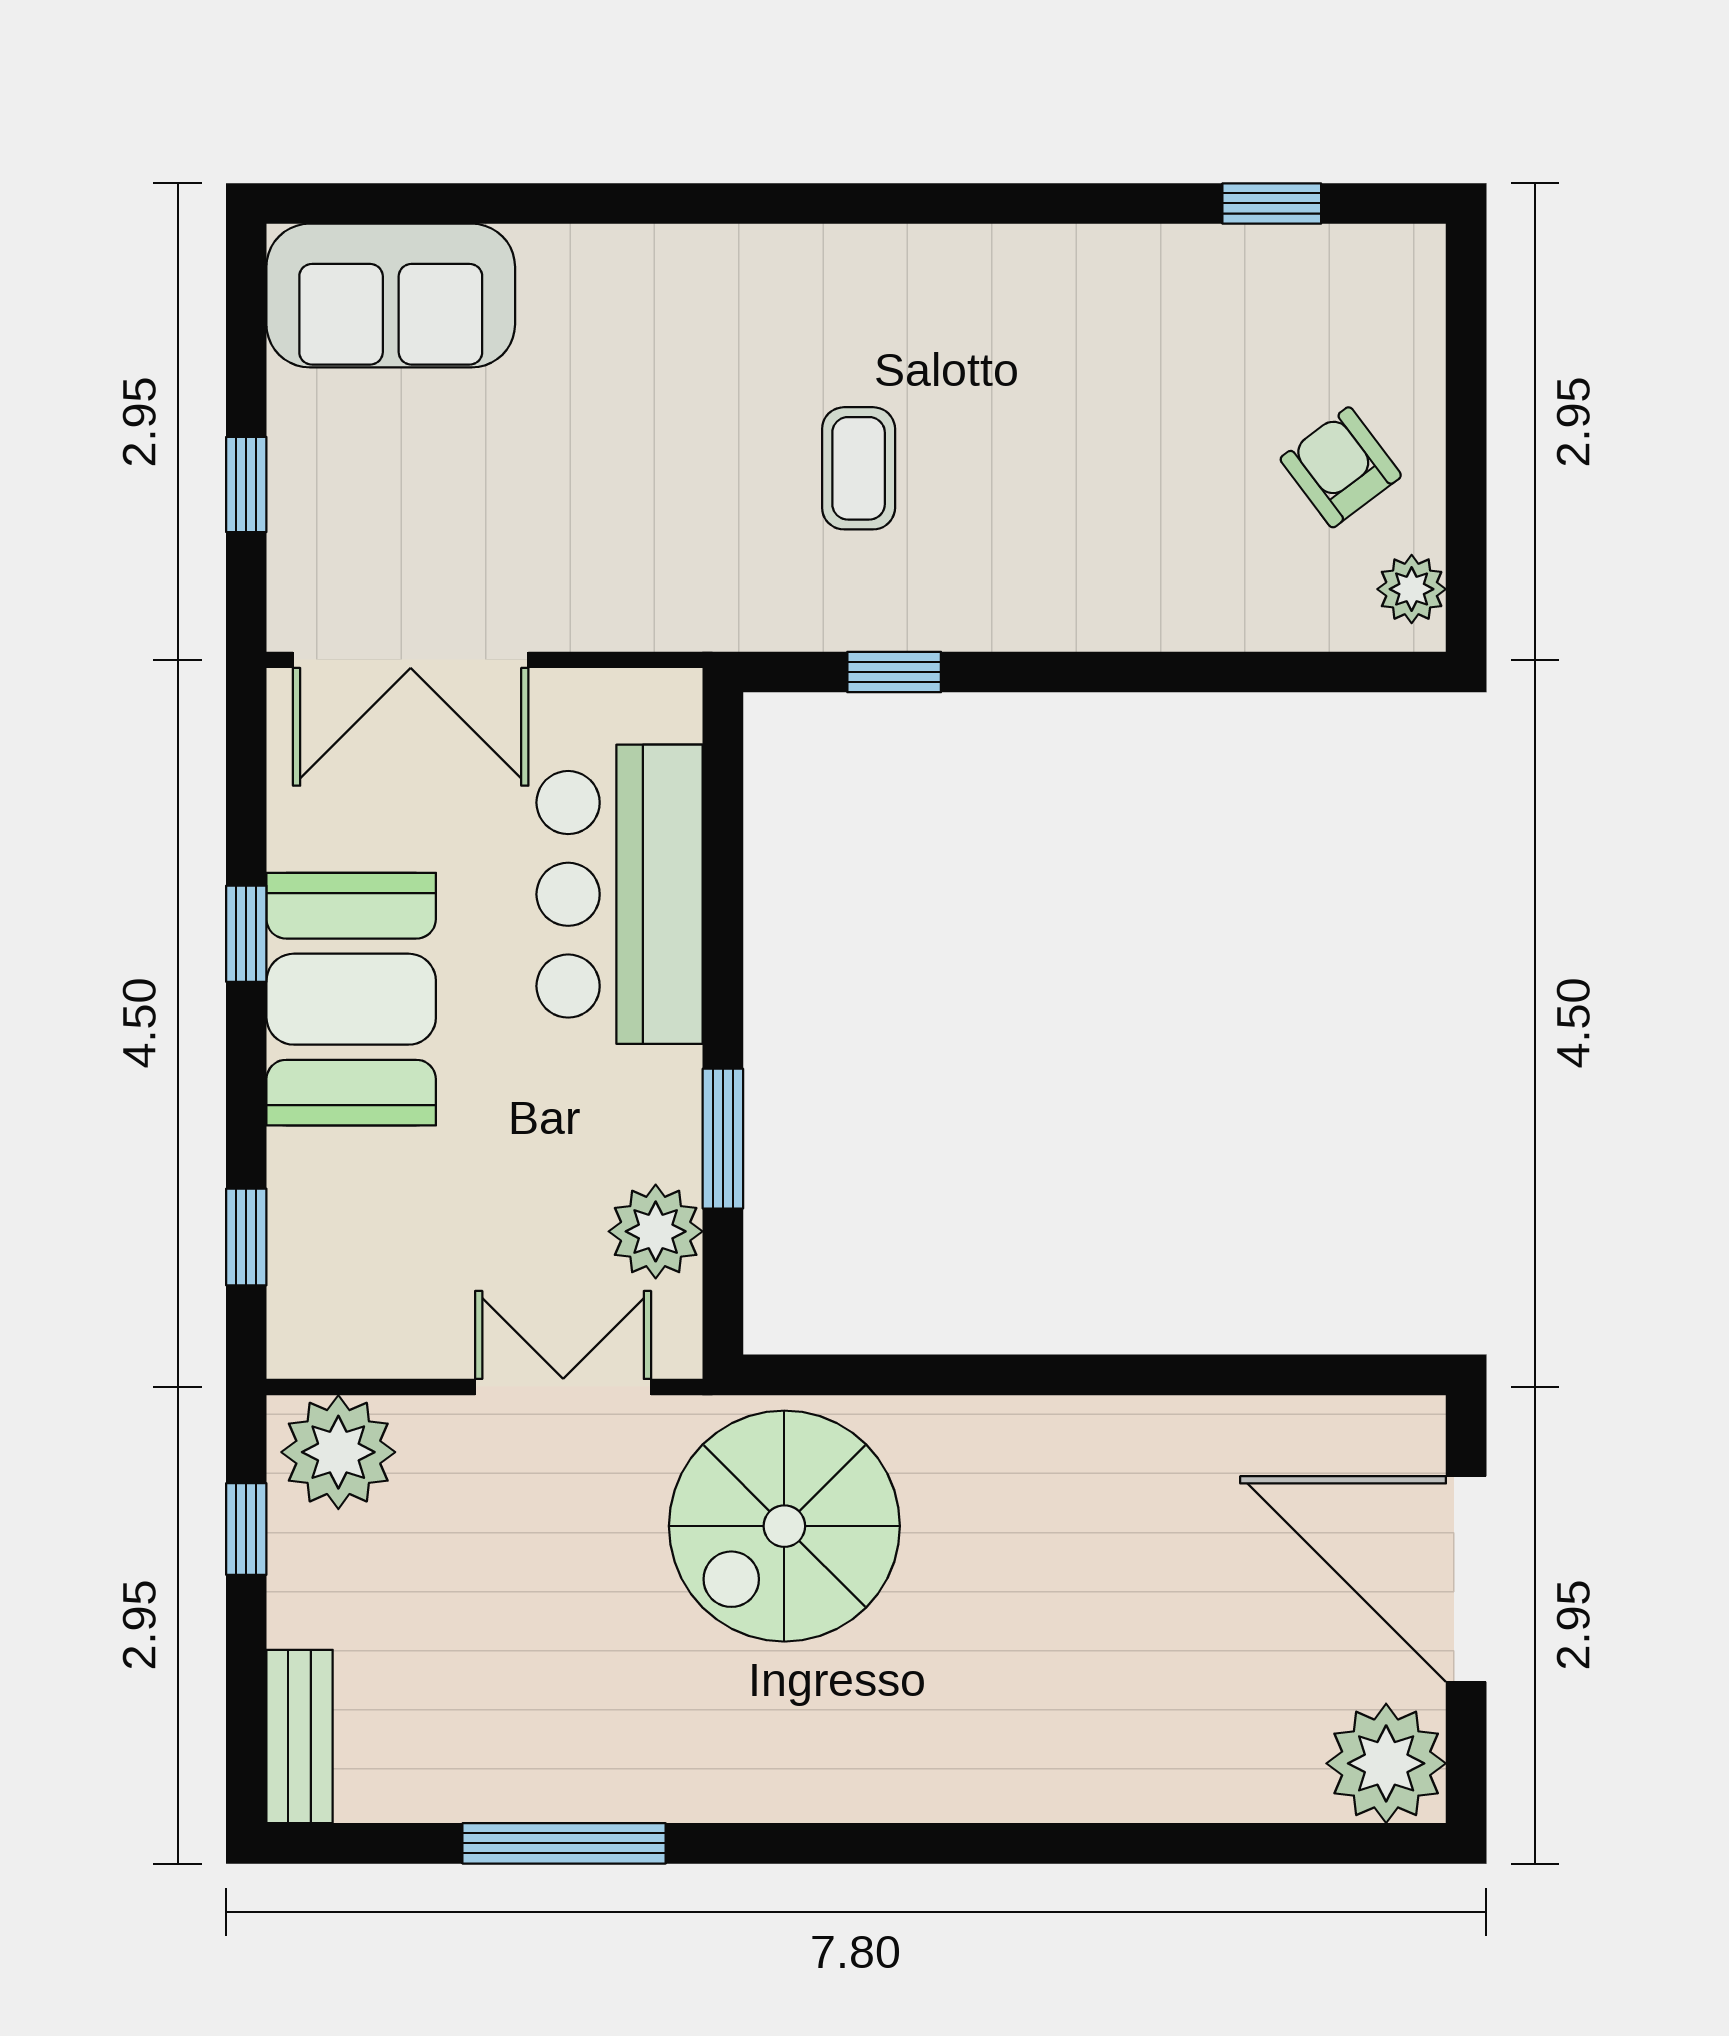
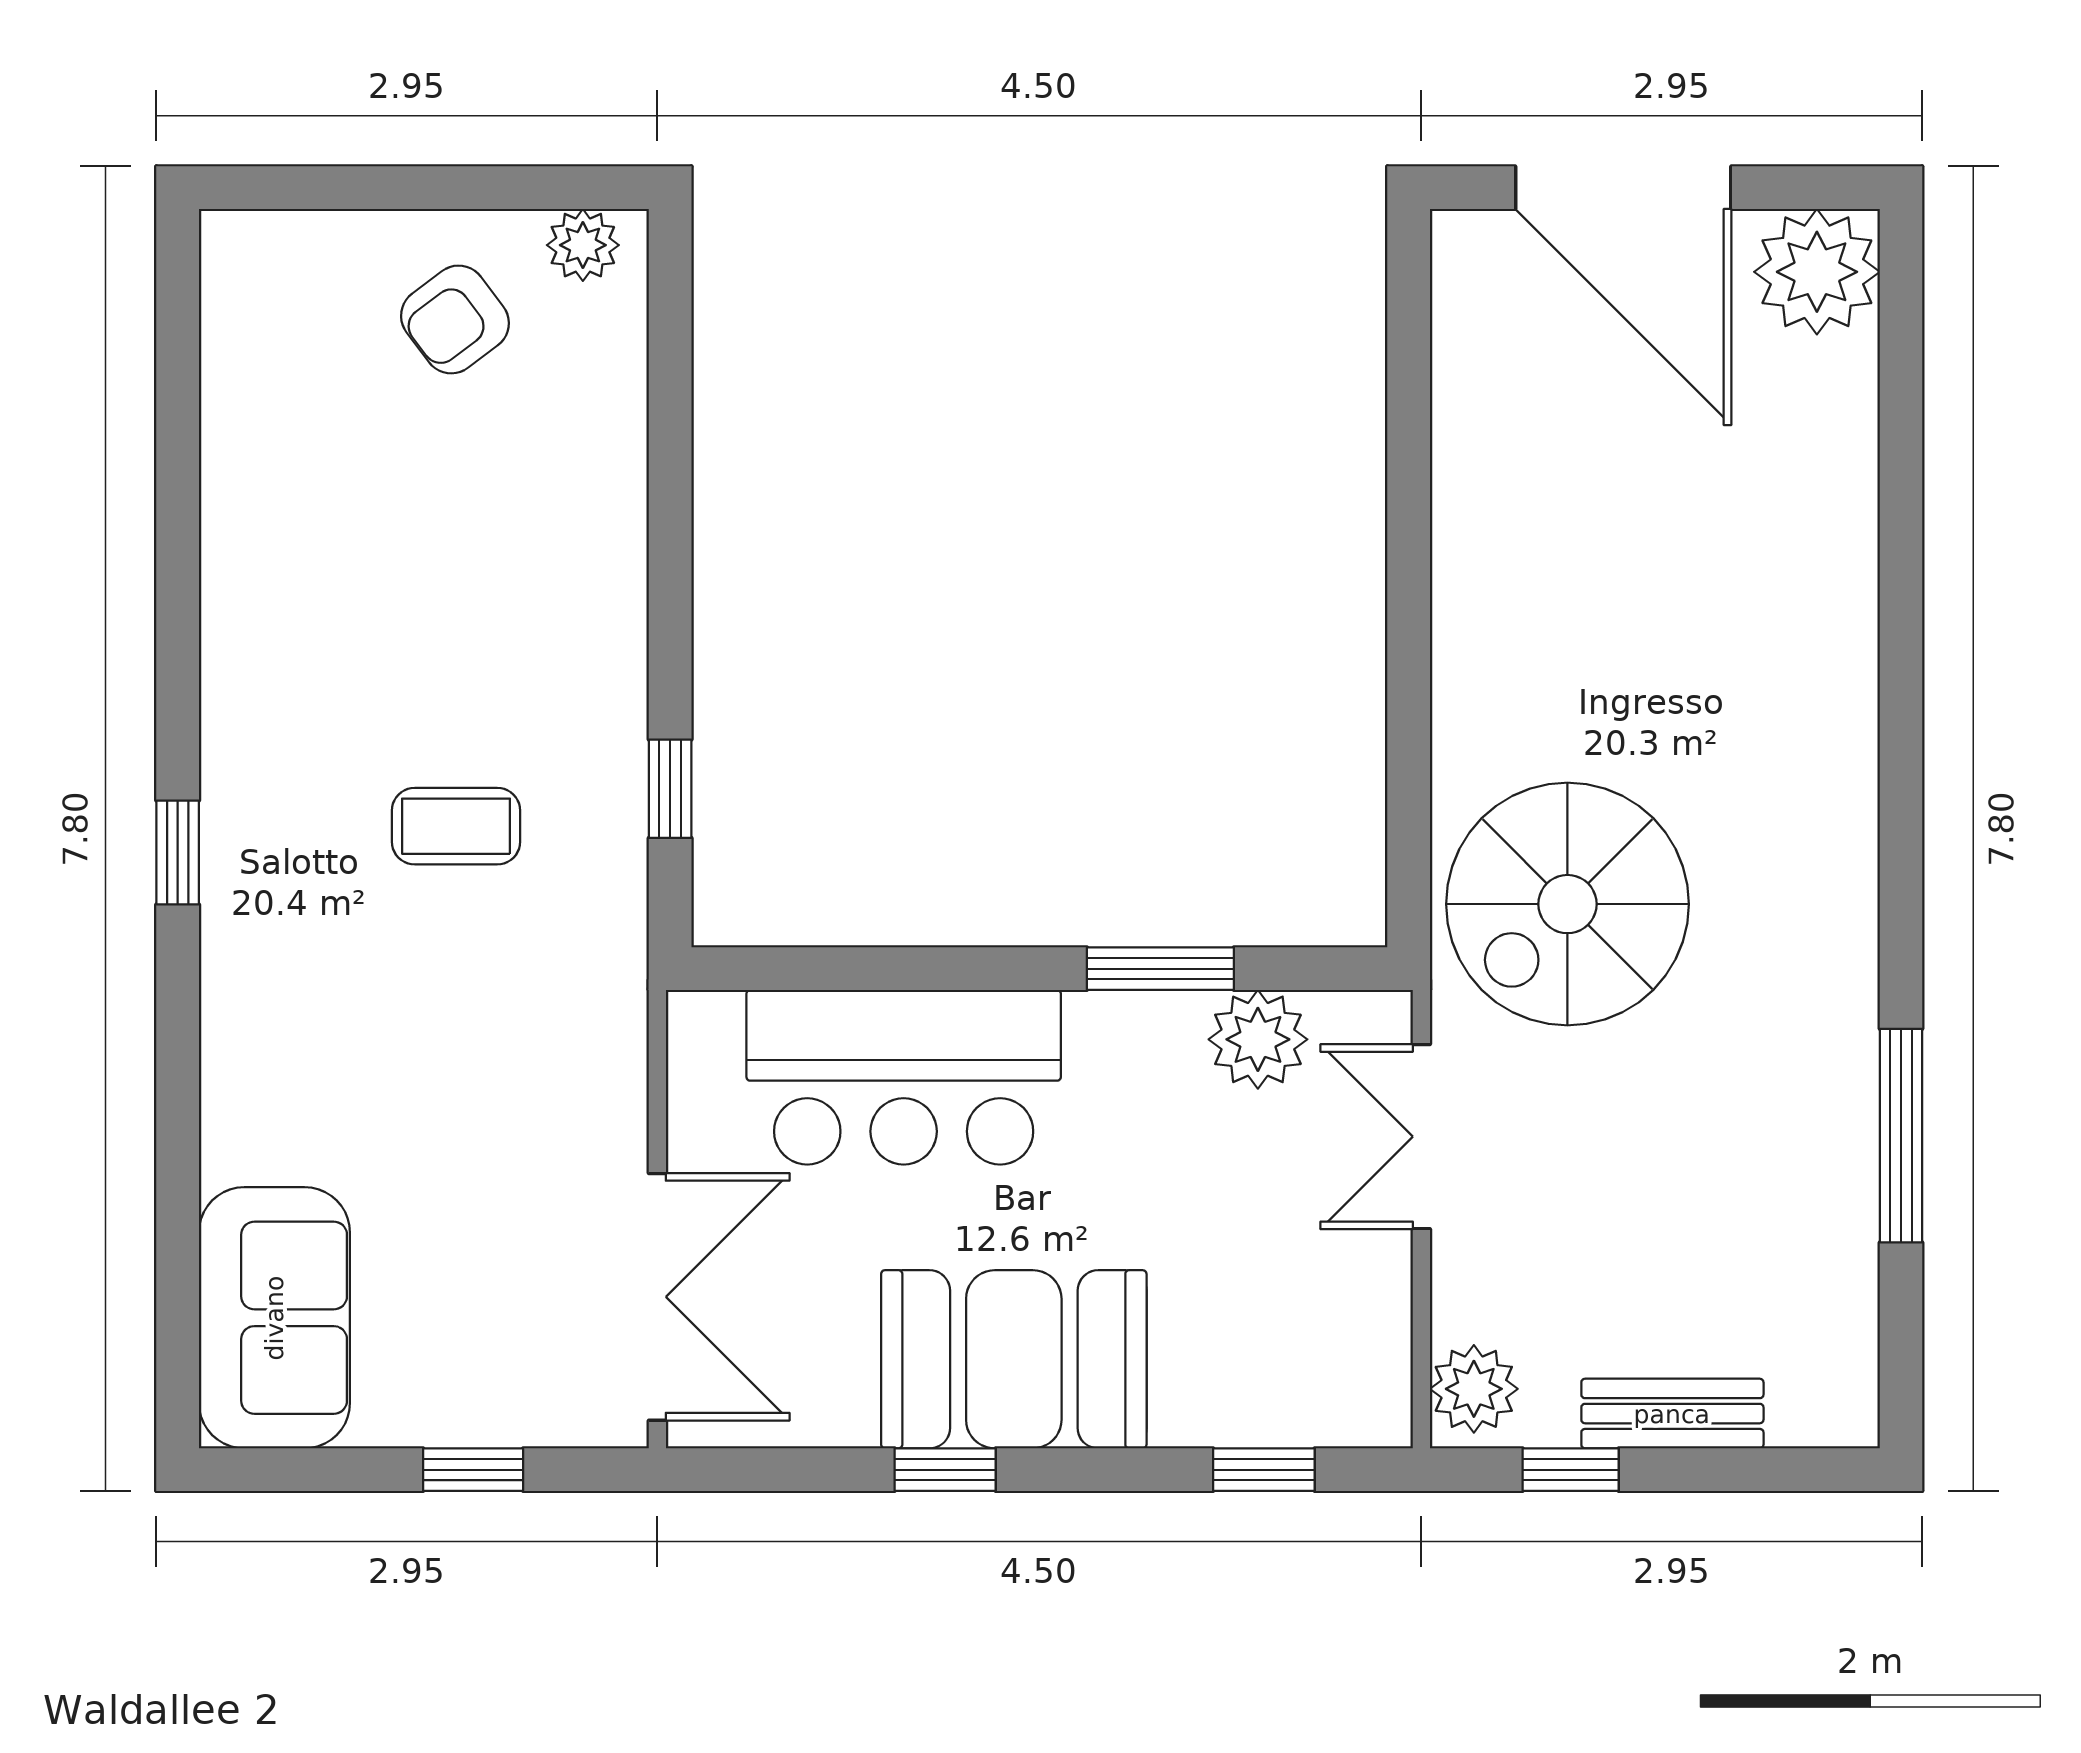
window: (1272, 203) -> (178, 852), moved
plant: (338, 1452) -> (1474, 1389), width x0.73, depth x0.73
spiral stairs: (784, 1526) -> (1567, 904), turned 90
door: (1466, 1579) -> (1623, 188), hinge flipped
bench: (300, 1736) -> (1672, 1414), moved

